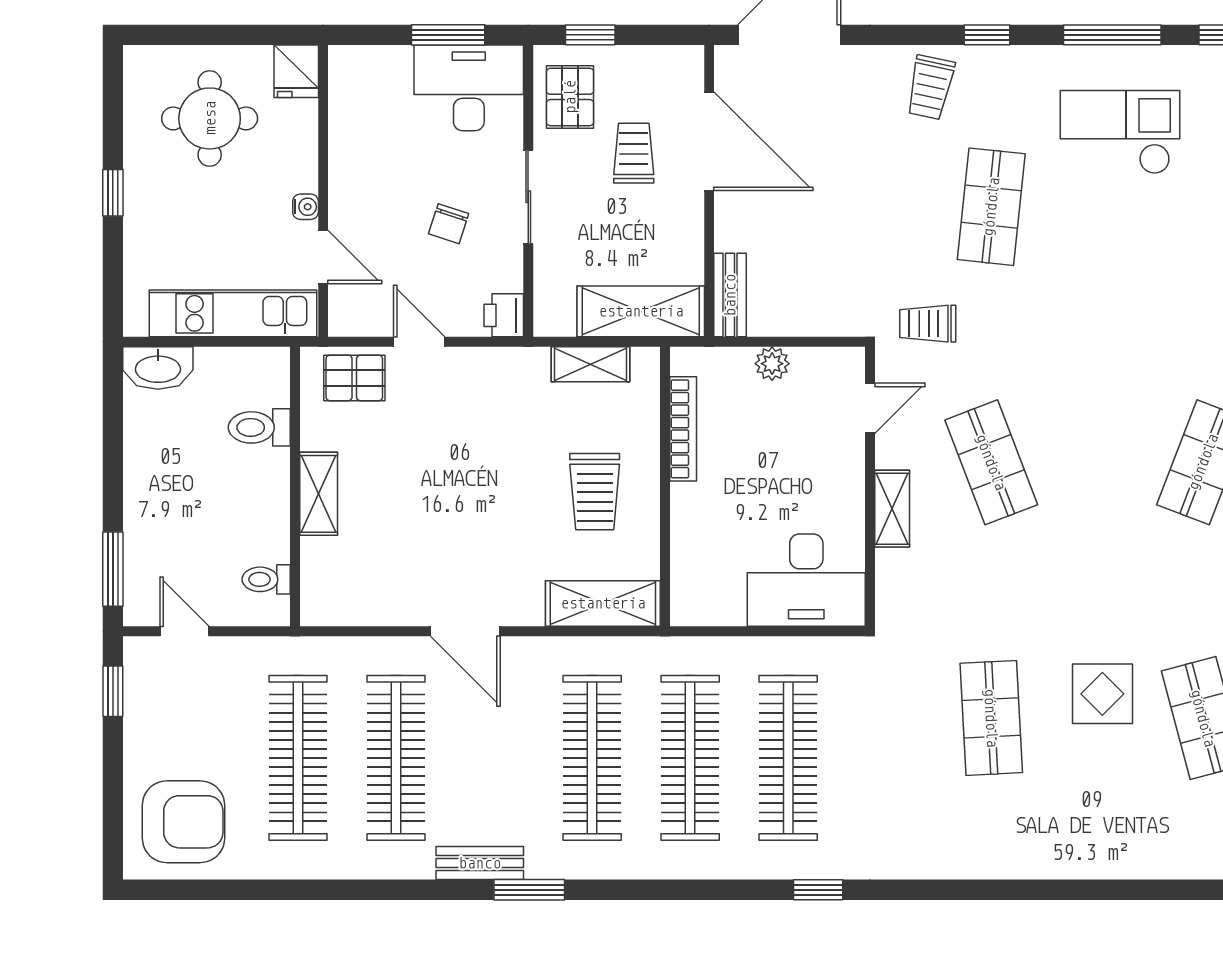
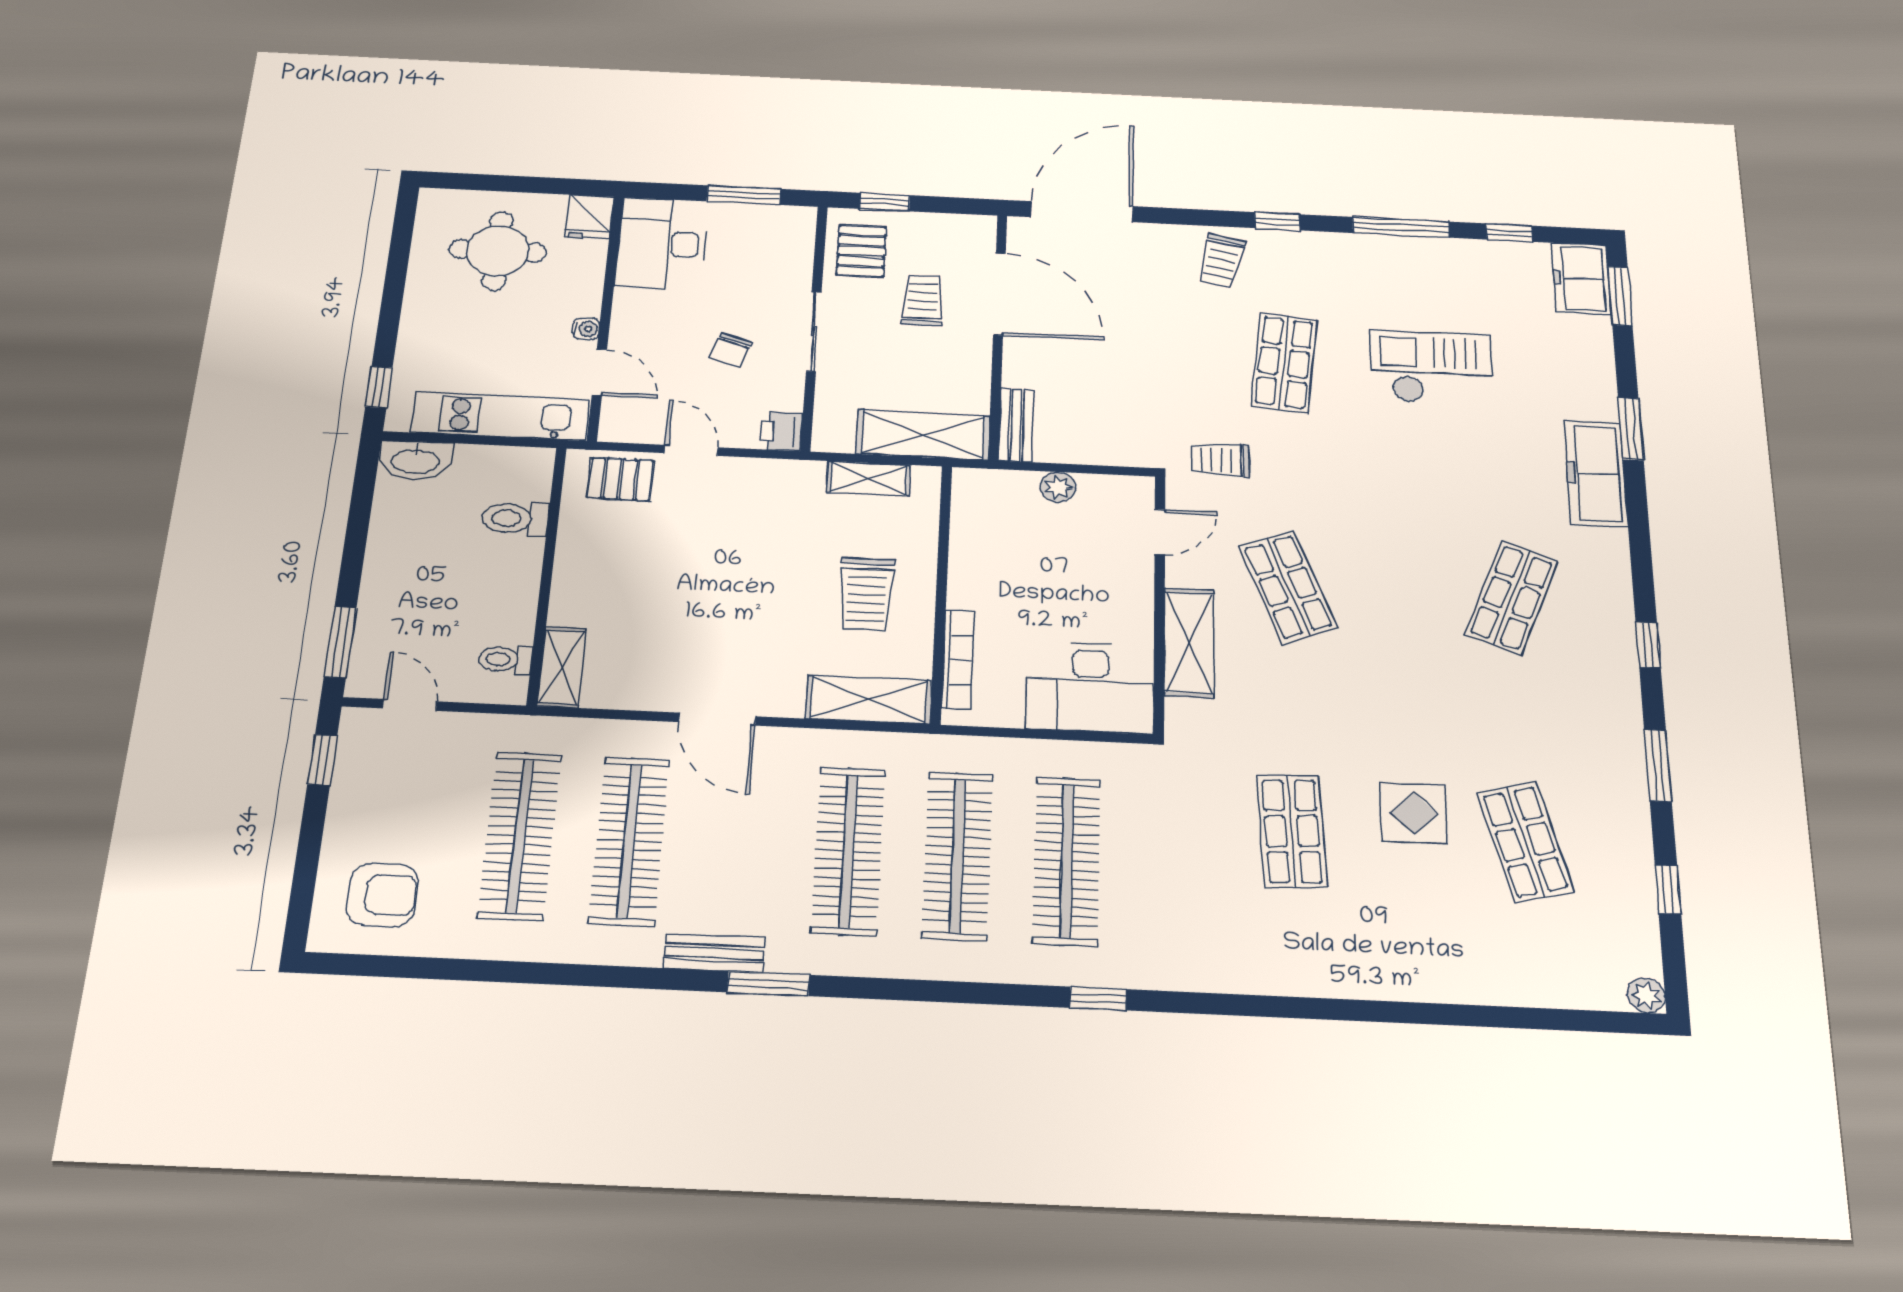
desk: (469, 88) -> (662, 243), moved, turned -90
checkout: (1120, 132) -> (1431, 367), moved
window: (113, 193) -> (379, 387), moved
bookcase: (683, 429) -> (958, 660), moved
shelving: (319, 494) -> (562, 667), moved
shelving: (892, 509) -> (1189, 643), width x1.50, depth x1.33
armchair: (183, 822) -> (383, 895), width x0.73, depth x0.73

